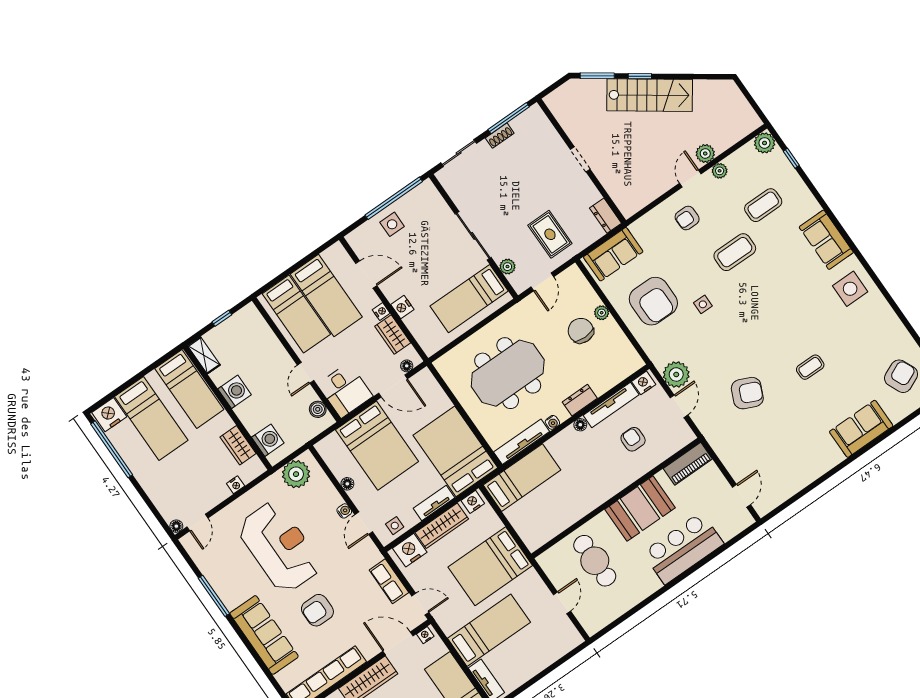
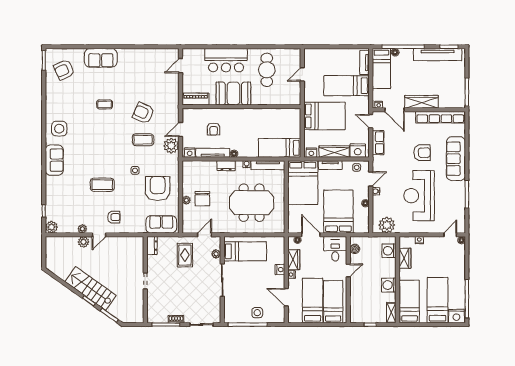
coffee table: (763, 205) -> (143, 140), moved
cafe table: (595, 561) -> (267, 70), moved

